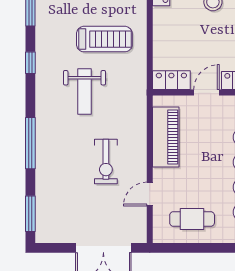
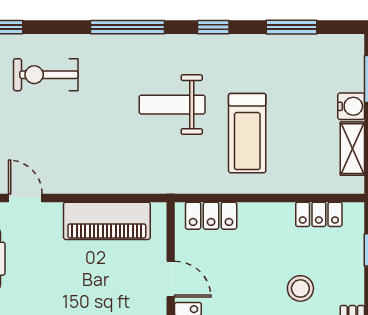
locker: (171, 80) -> (211, 216), moved, turned 90
window: (30, 143) -> (127, 27), moved
exercise bike: (106, 161) -> (46, 75), moved

